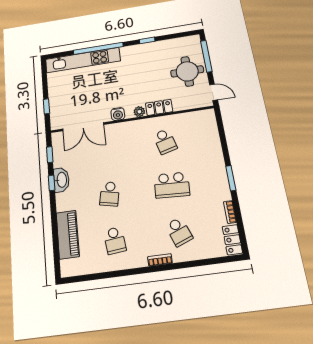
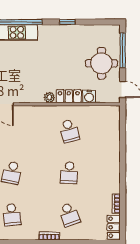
water cooler: (118, 114) -> (89, 96), moved
window: (231, 178) -> (123, 174), removed
school desk: (172, 185) -> (69, 173), width x0.54

